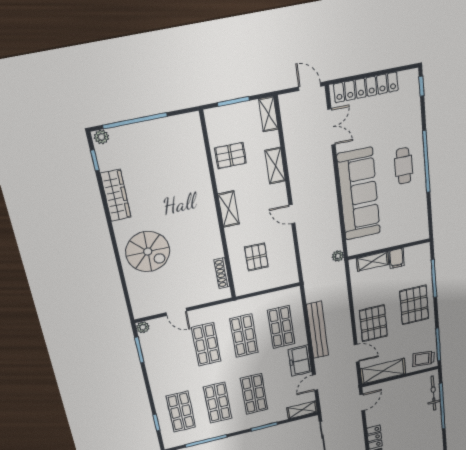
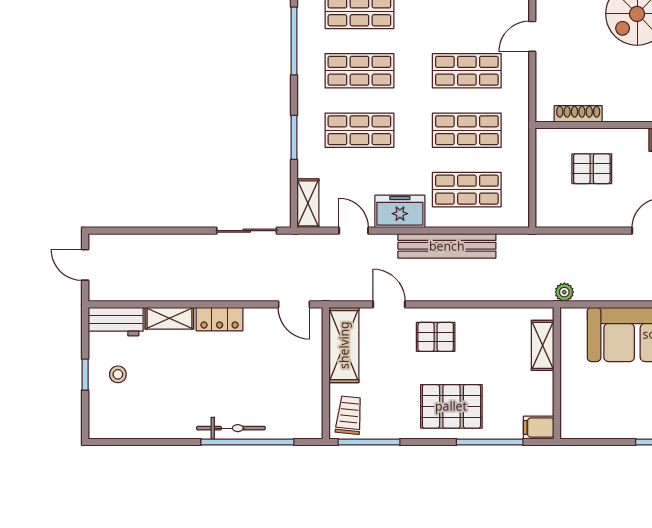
filing cabinet: (397, 258) -> (539, 428), moved
pallet: (373, 323) -> (436, 337), width x0.67, depth x0.71
door: (357, 353) -> (389, 304), swing flipped
bicycle: (433, 393) -> (231, 428), moved

